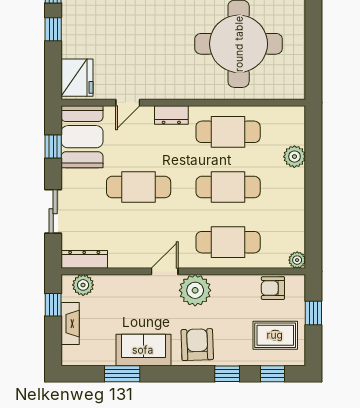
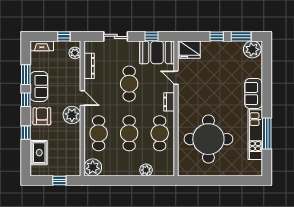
dresser: (84, 259) -> (89, 66), moved
plant: (297, 260) -> (93, 167), width x1.88, depth x1.88
armchair: (273, 288) -> (73, 158), removed
fireplace: (70, 324) -> (42, 46), moved
rug: (275, 335) -> (39, 153), moved
armchair: (197, 345) -> (42, 116), turned -88
window: (272, 374) -> (26, 100), moved

